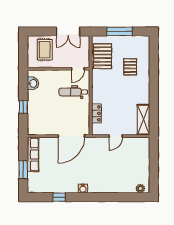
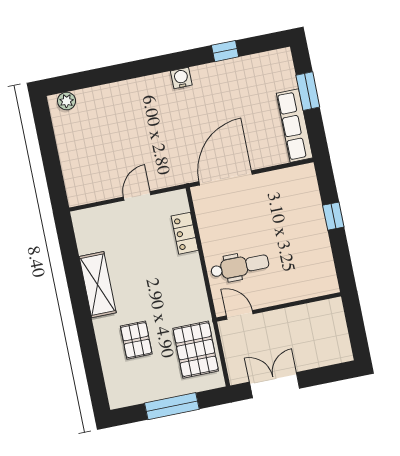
rug: (45, 50) -> (314, 339), removed
door: (78, 69) -> (240, 315), hinge flipped
washbasin: (33, 83) -> (324, 267), removed
shelving: (143, 120) -> (98, 285), moved

